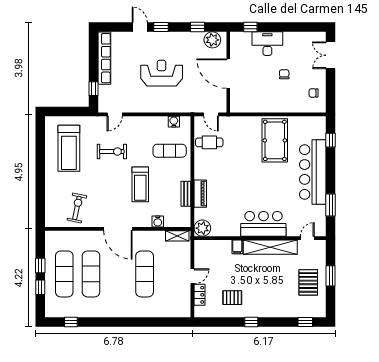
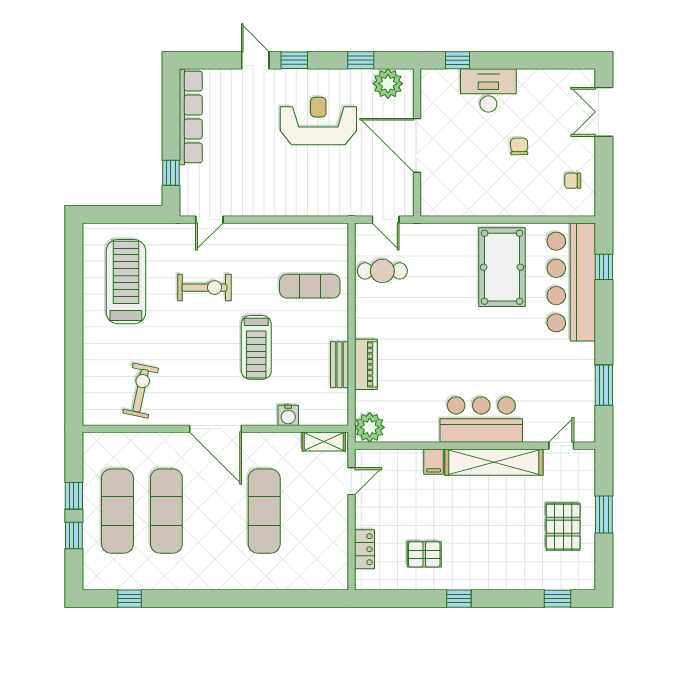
reception desk: (162, 73) -> (318, 121), moved
water cooler: (174, 122) -> (318, 233), removed
treadmill: (69, 148) -> (126, 282), turned 180
bar counter: (313, 172) -> (571, 282), moved
door: (192, 276) -> (351, 481), moved

